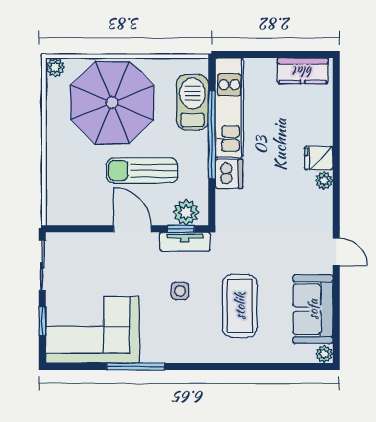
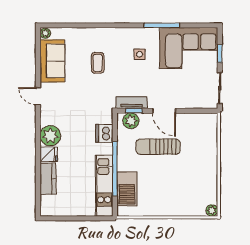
kitchen counter: (303, 71) -> (48, 179), moved, turned 90
parasol: (112, 103) -> (176, 189), removed
sun lounger: (142, 171) -> (158, 147), turned 180
dishwasher: (229, 174) -> (104, 133), moved
plant: (324, 180) -> (50, 136), width x1.87, depth x1.87
side table: (180, 291) -> (140, 54), moved
coffee table: (240, 306) -> (98, 63), width x0.54, depth x0.58

